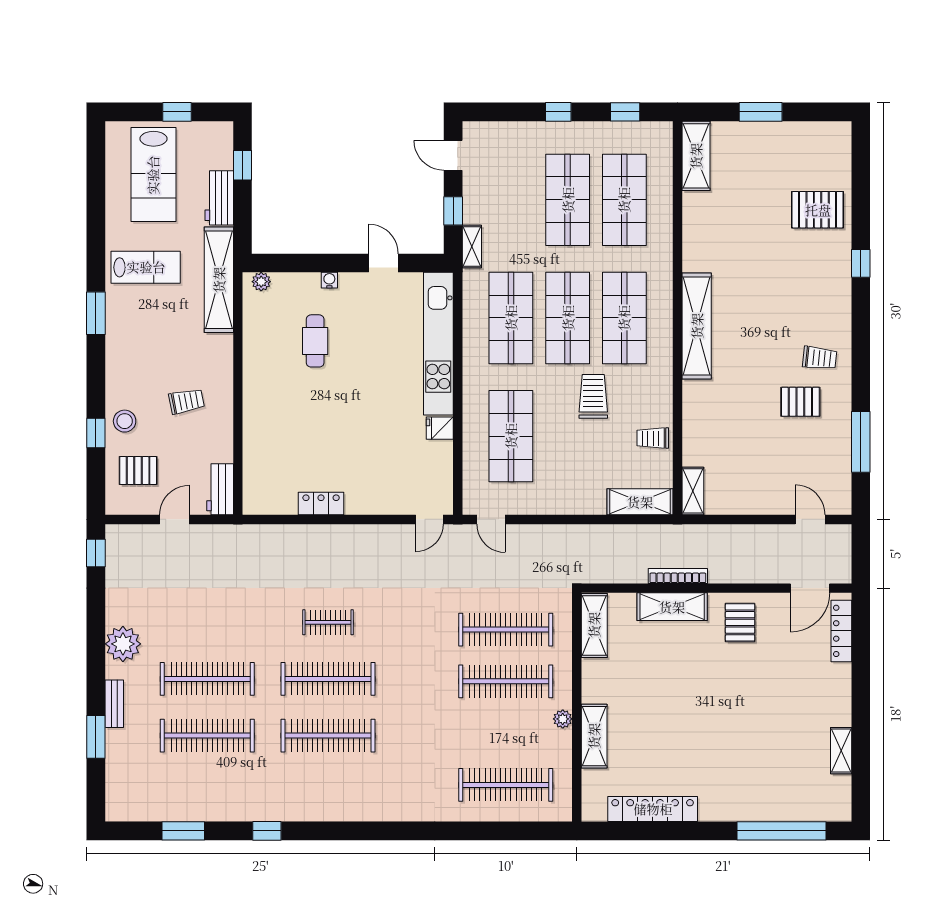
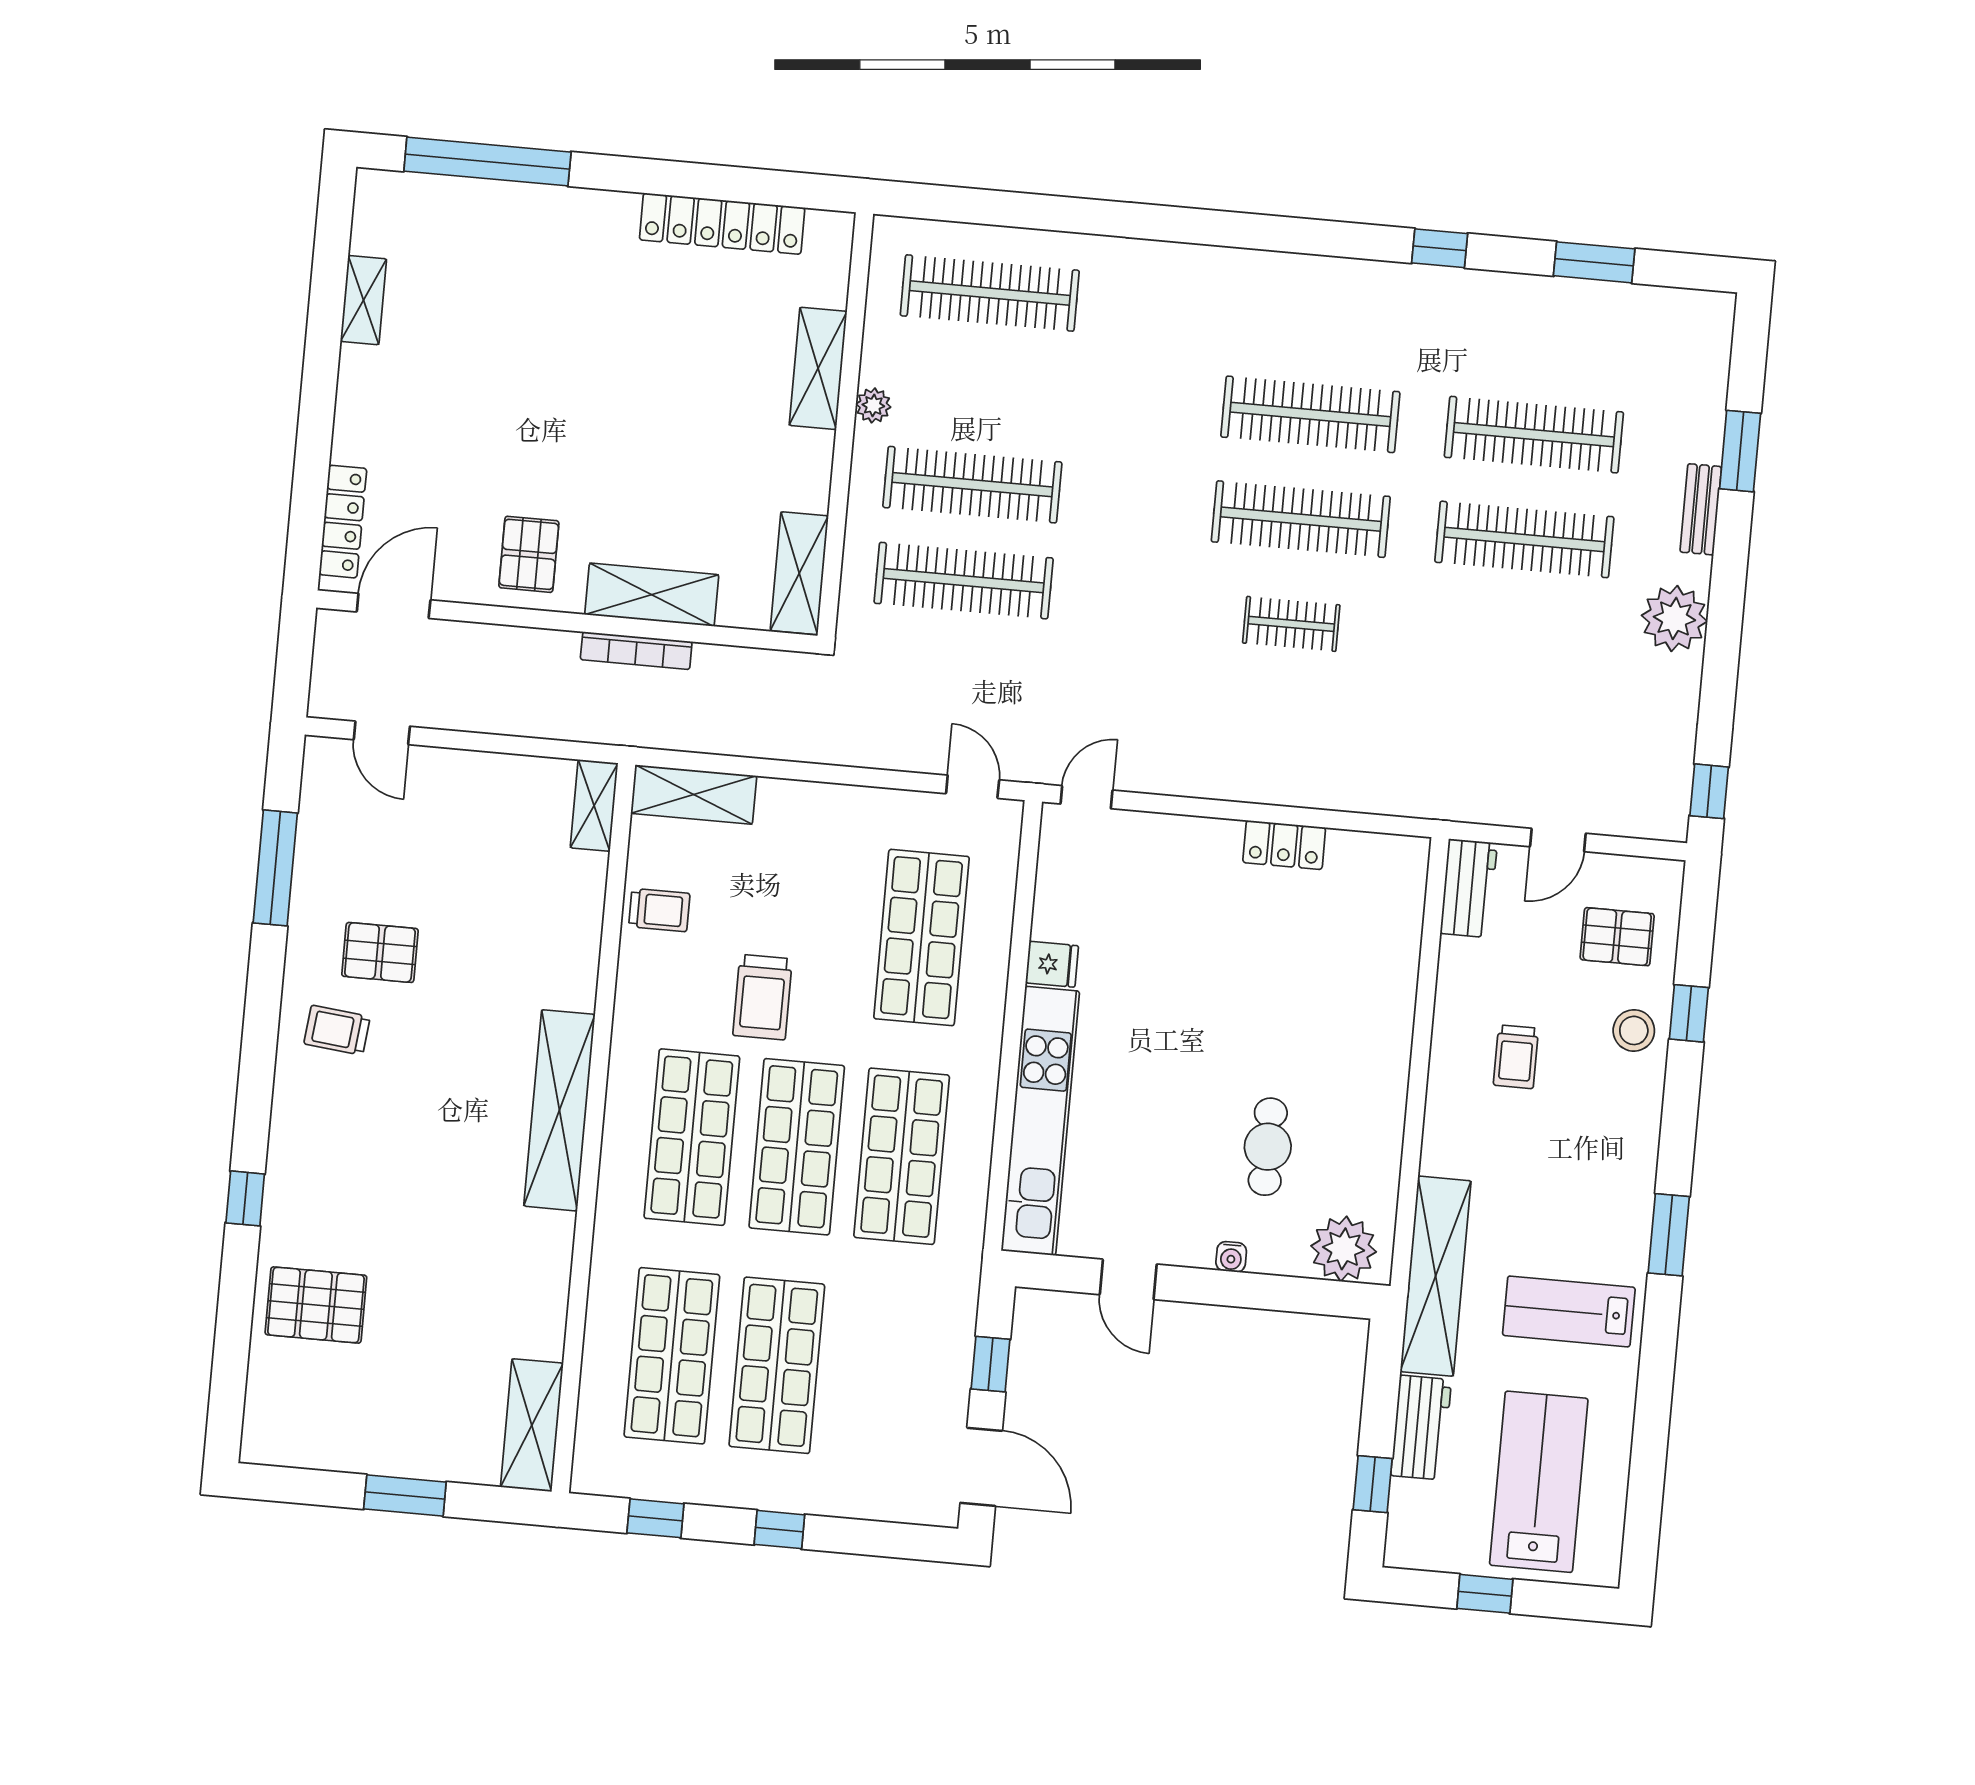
door: (453, 155) -> (981, 1467), width x1.38
shelving: (472, 246) -> (962, 1295), removed
plant: (261, 282) -> (1344, 1249), width x1.88, depth x1.88
trolley: (186, 401) -> (1516, 1057), turned -79

